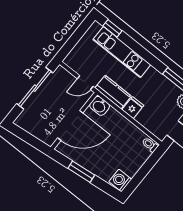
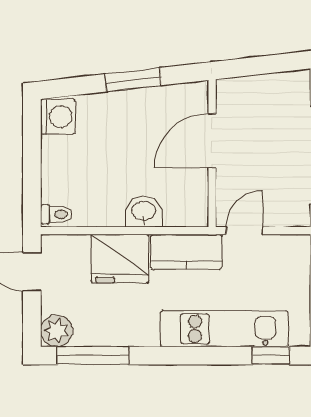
washbasin: (100, 106) -> (143, 212), moved
fridge: (133, 108) -> (120, 259), width x1.88, depth x1.34
door: (70, 125) -> (212, 141), width x0.73

